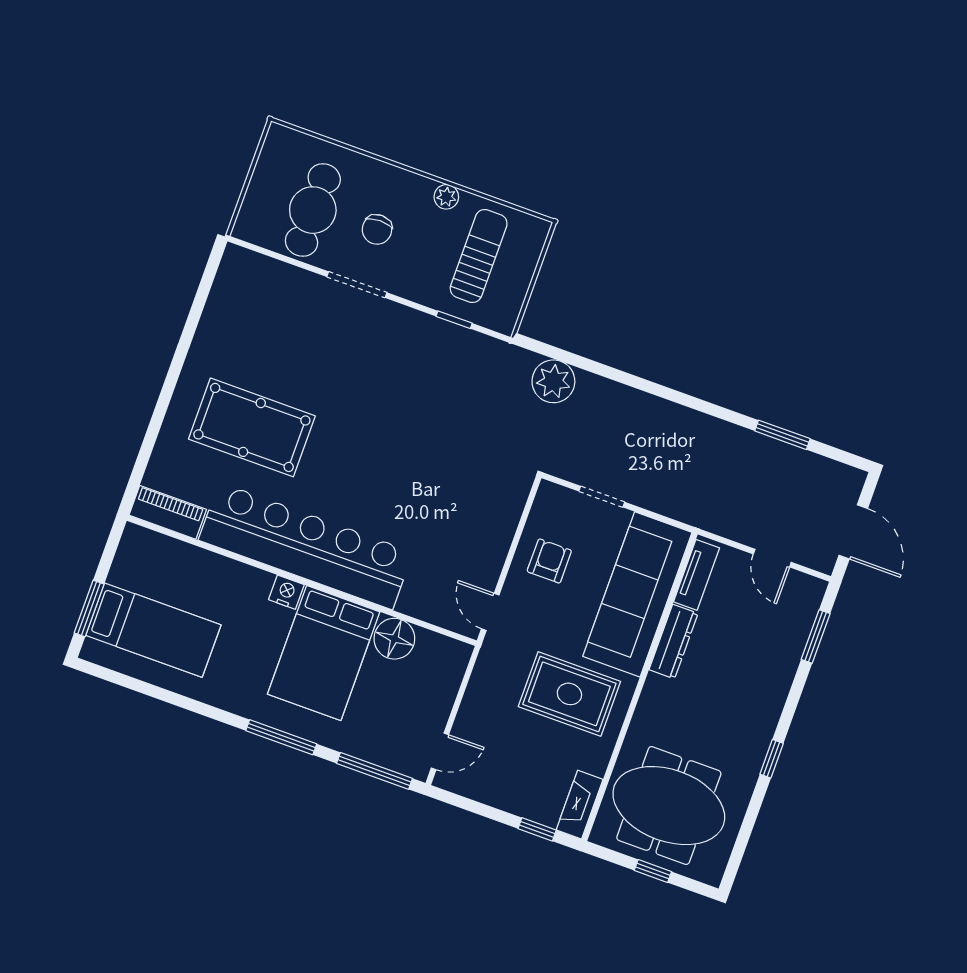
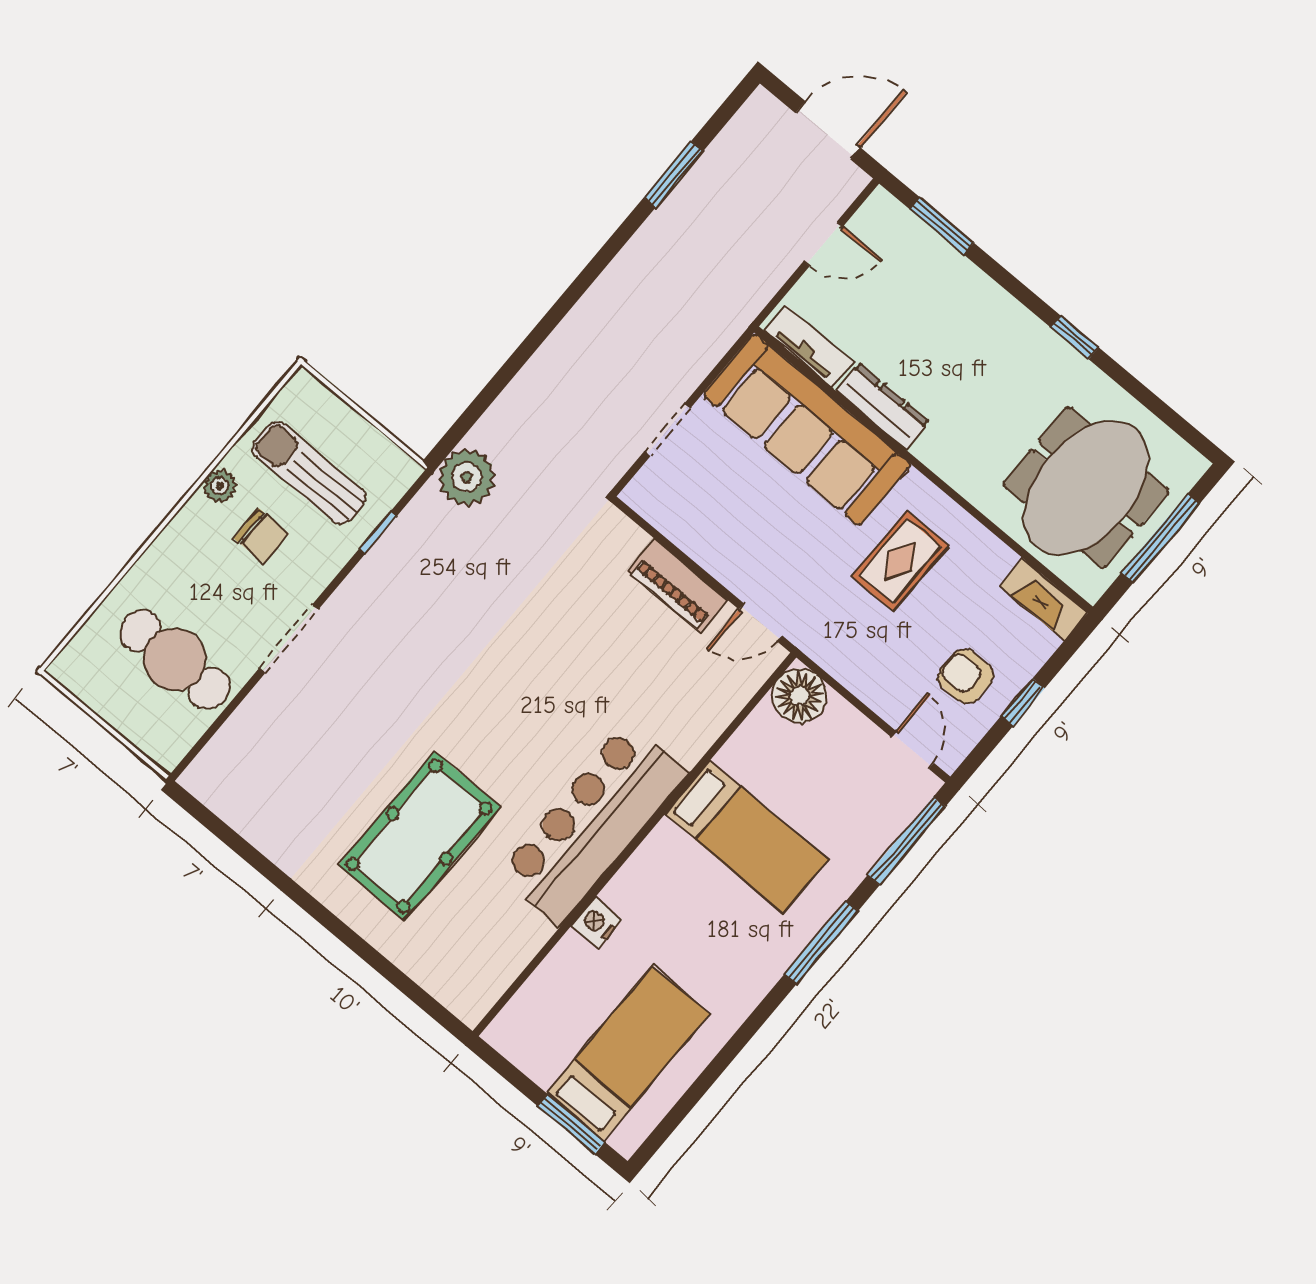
chair: (377, 229) -> (261, 536), moved
plant: (553, 381) -> (467, 477), moved
piano: (168, 512) -> (677, 585), moved, turned -90
bar counter: (306, 546) -> (593, 823), width x0.73
armchair: (549, 561) -> (966, 676), moved
nightstand: (286, 592) -> (596, 923), moved
floor lamp: (394, 639) -> (800, 696), moved
bed: (324, 653) -> (746, 837), width x0.67
rug: (569, 694) -> (900, 561), width x0.73, depth x0.70
window: (537, 829) -> (1023, 702), moved
window: (653, 871) -> (1161, 538), width x2.17

